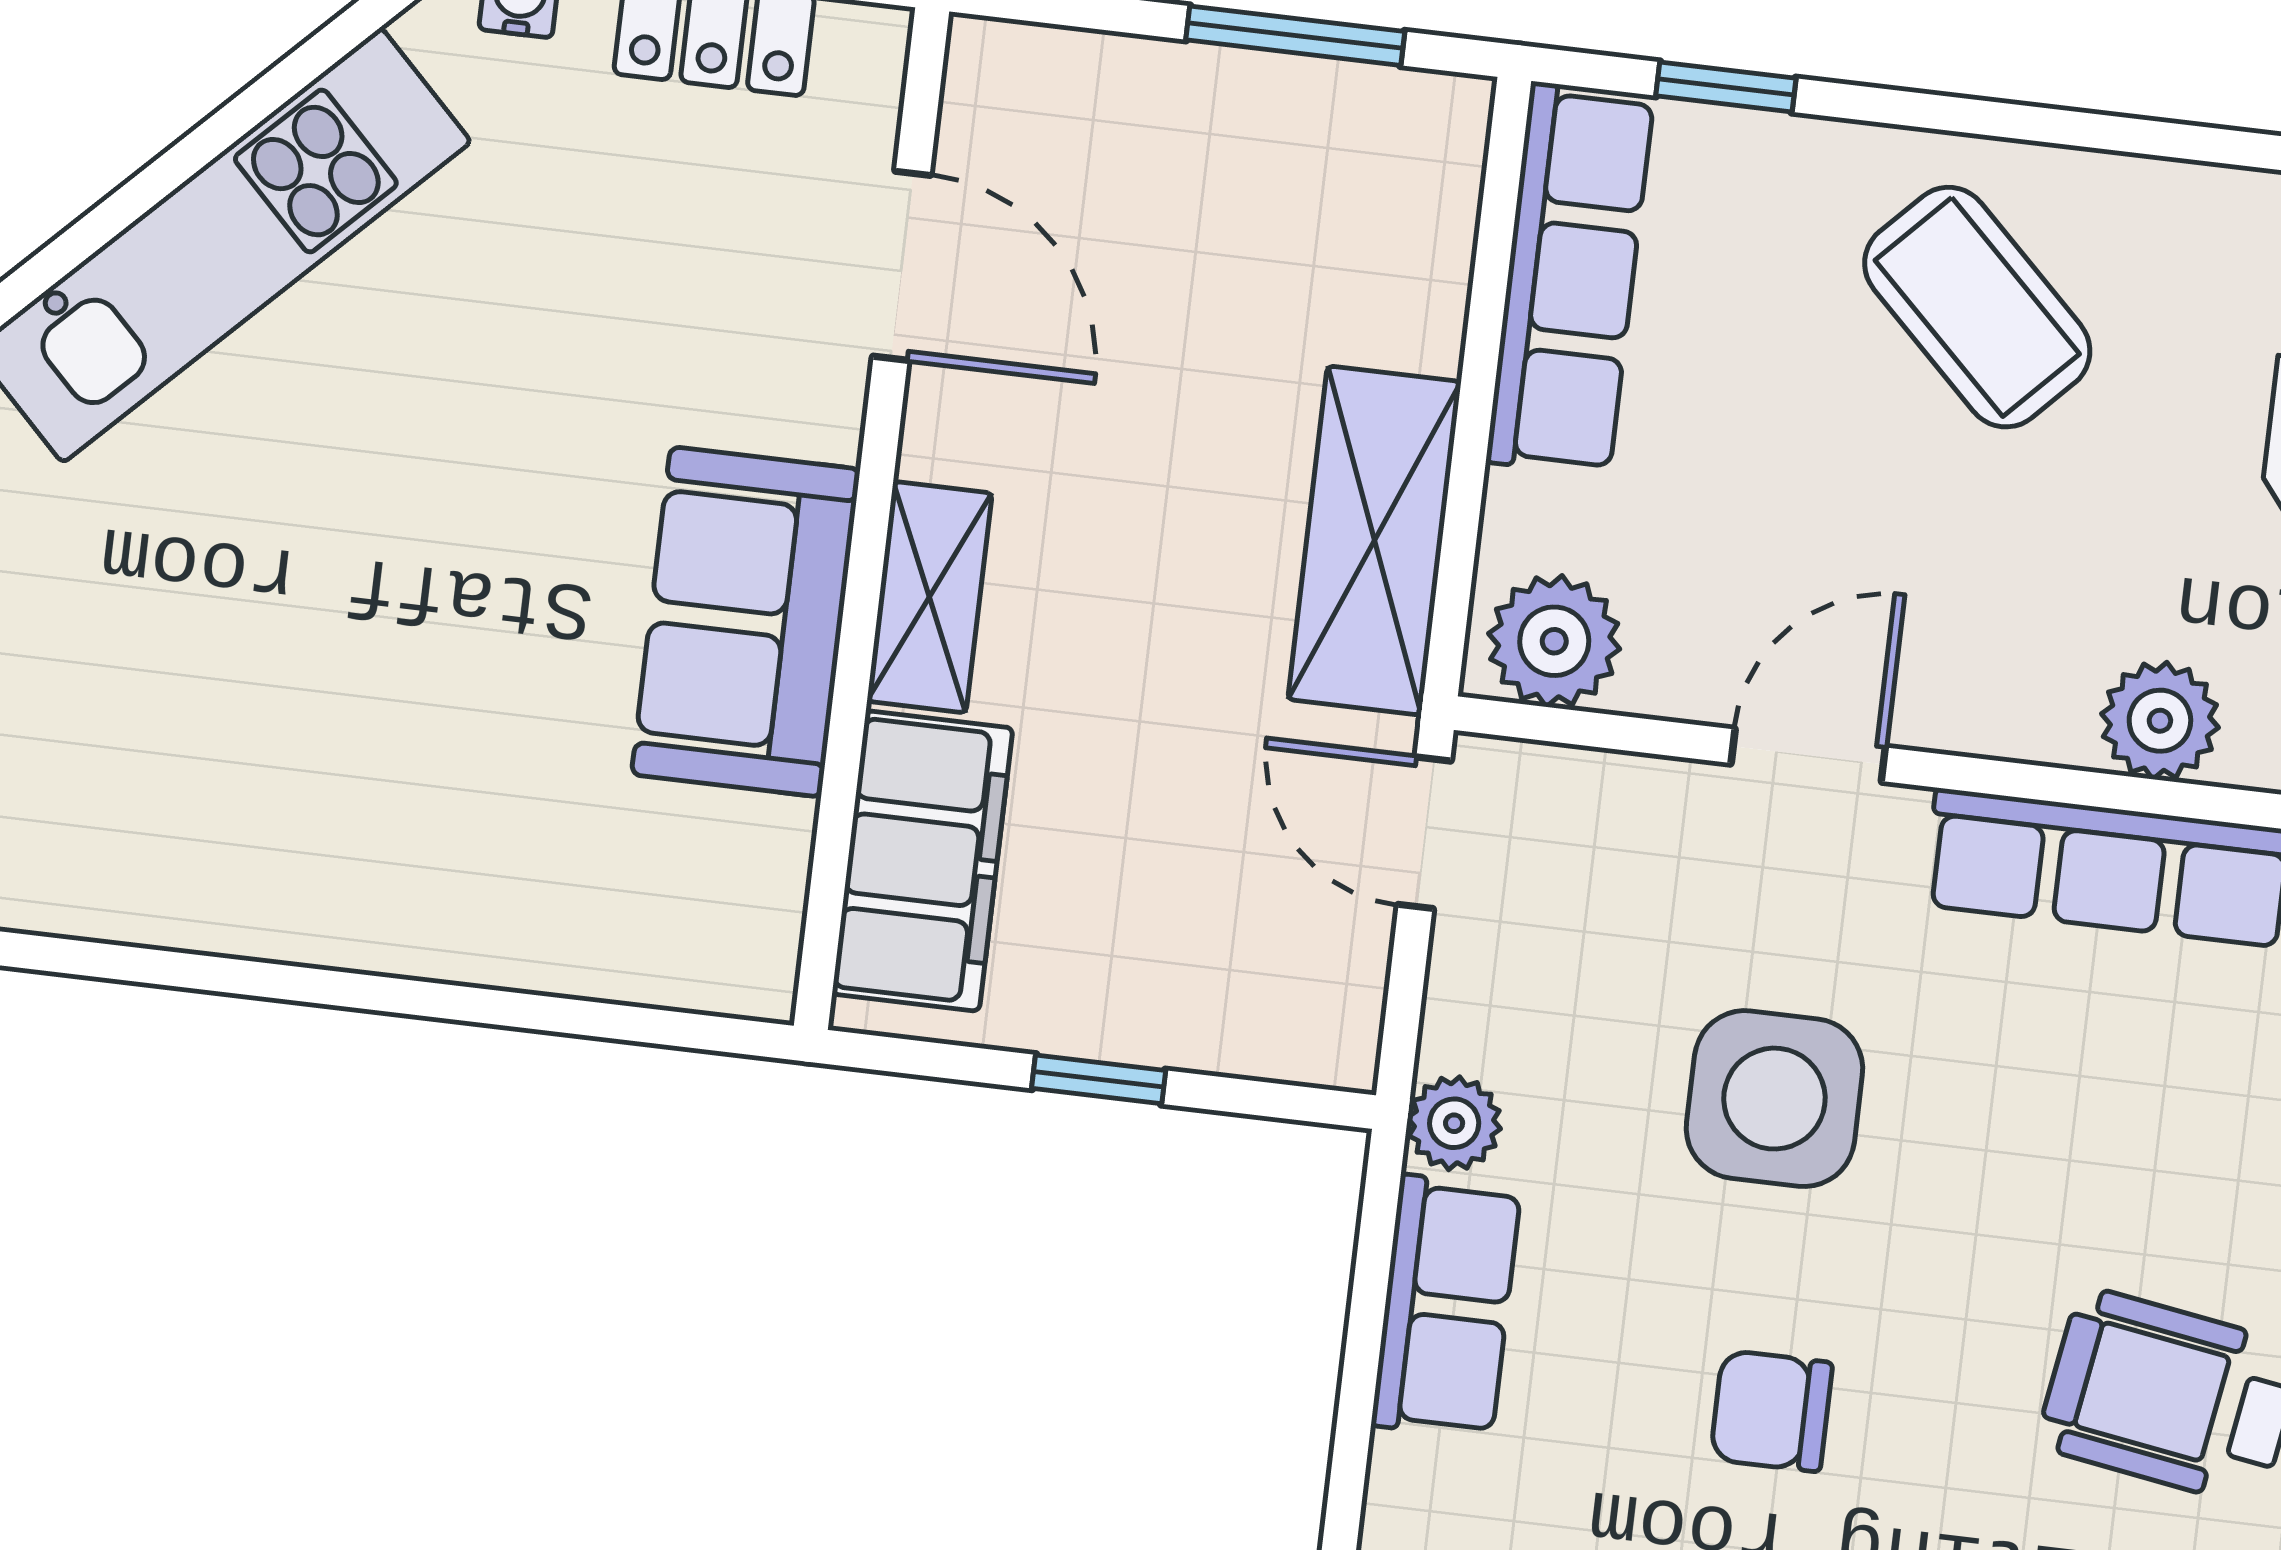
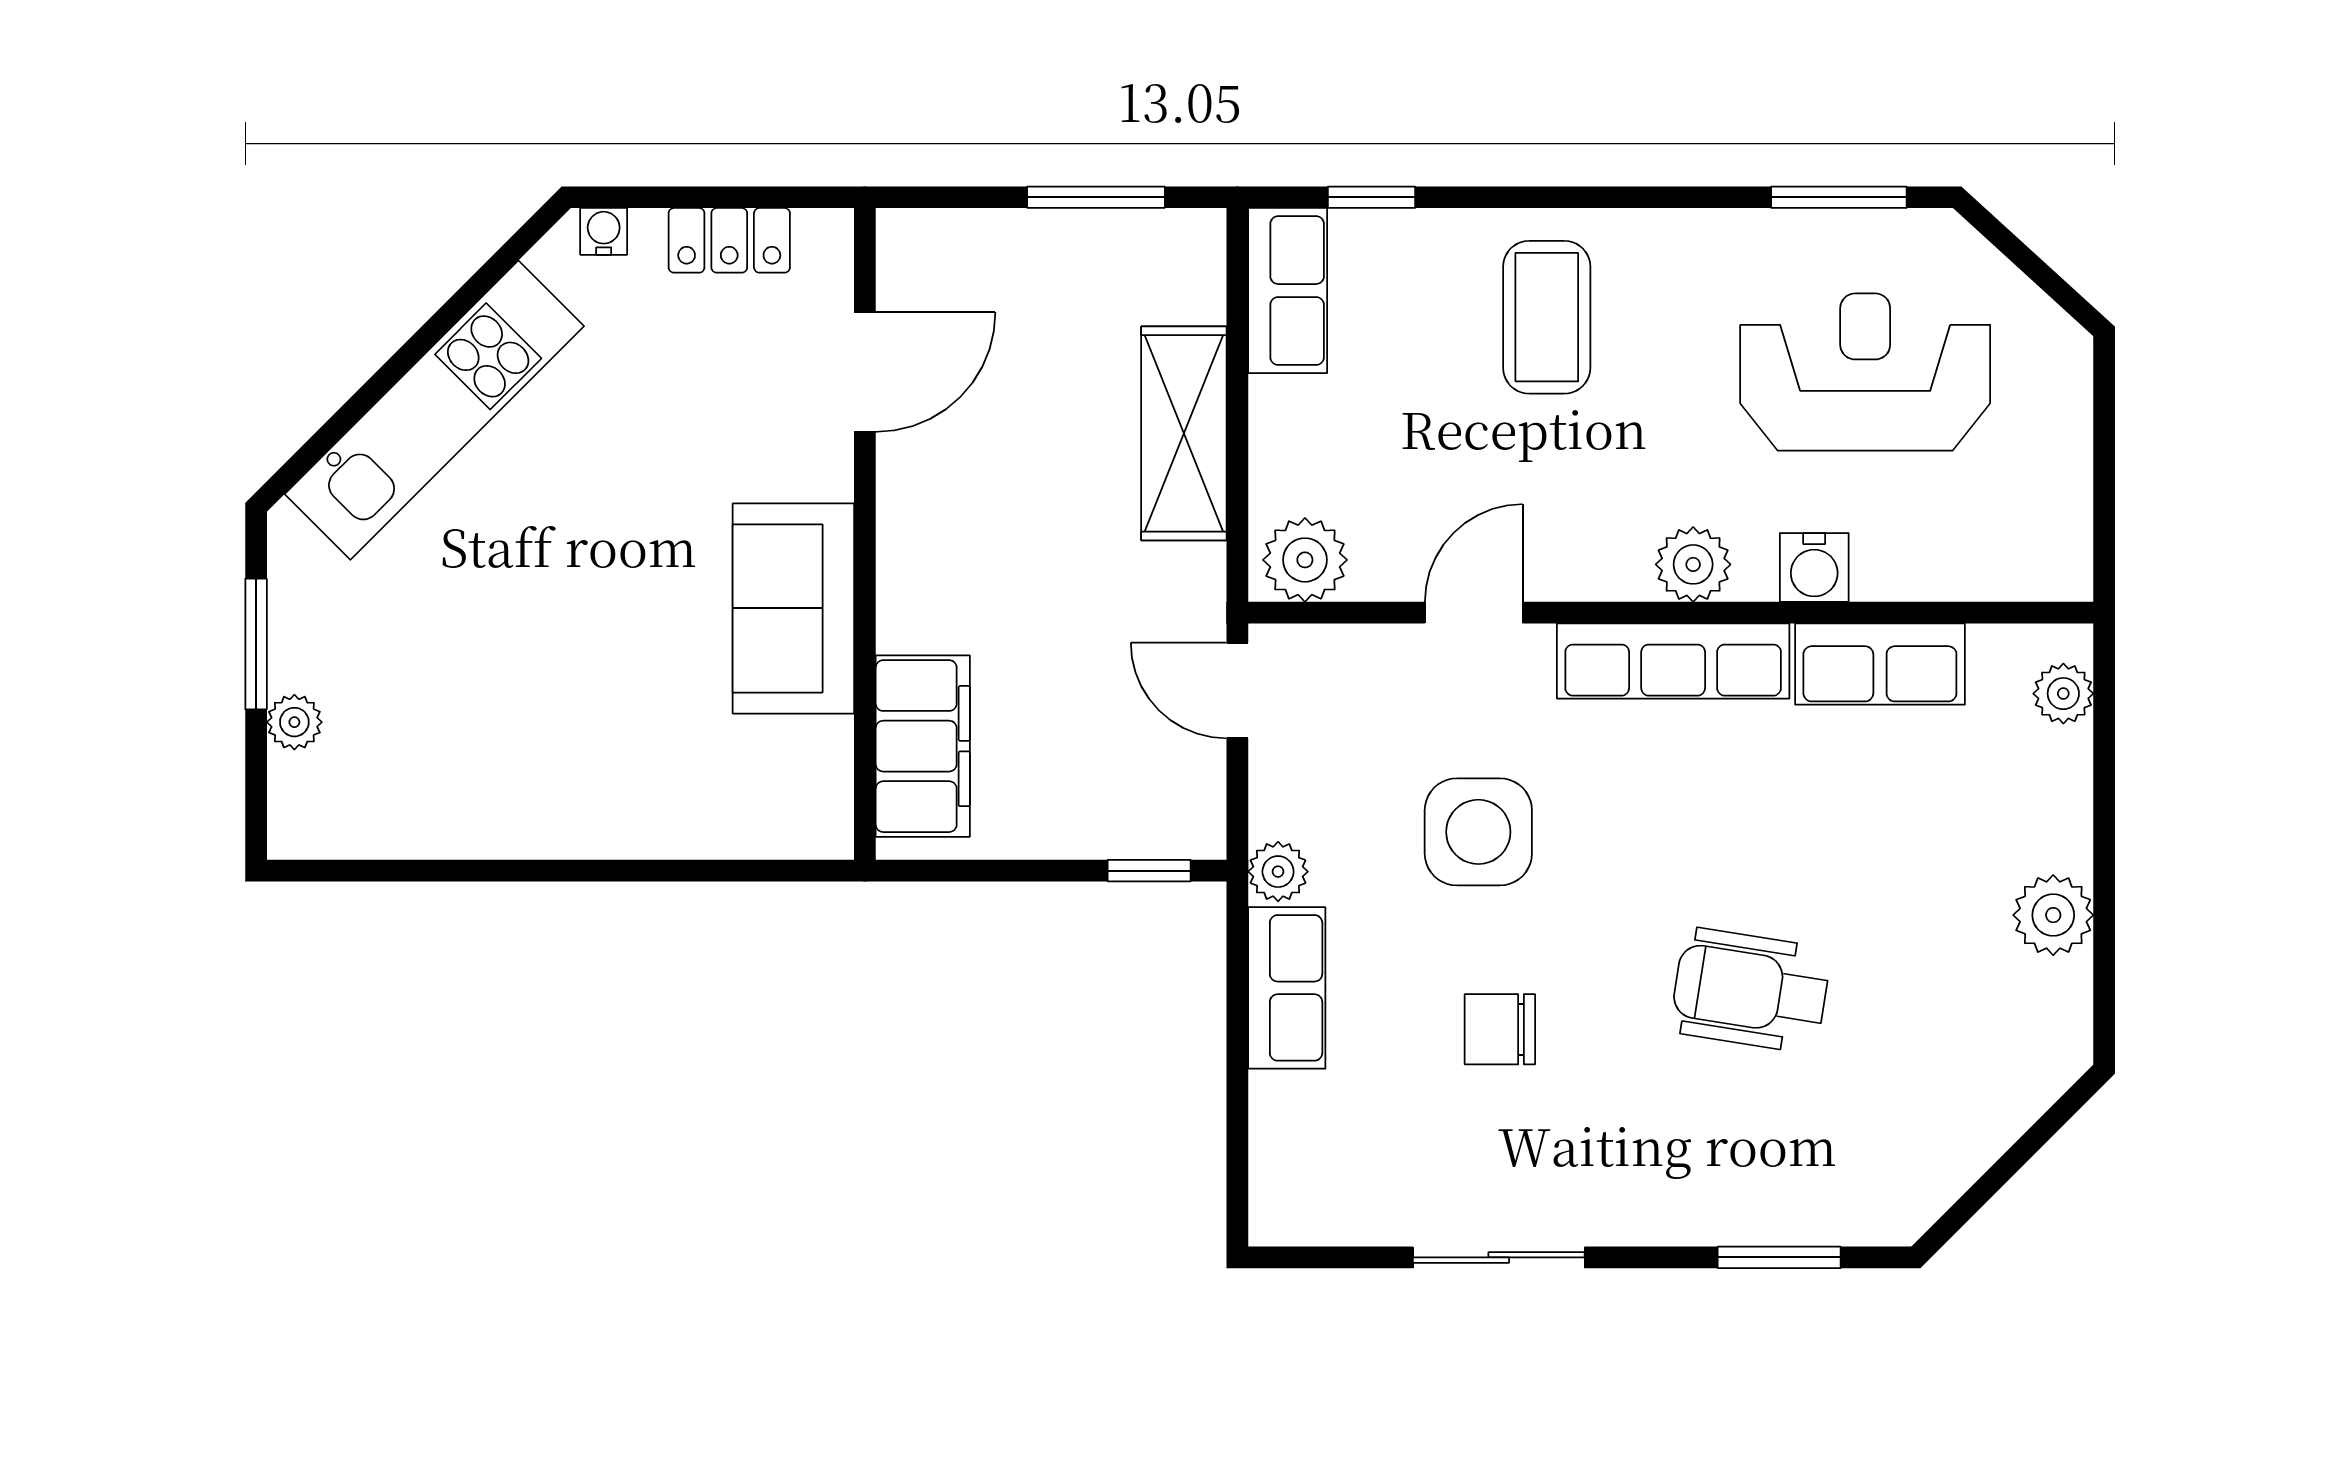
door: (902, 266) -> (865, 372), hinge flipped
row of seats: (1570, 279) -> (1288, 291), width x0.68
coffee table: (1977, 307) -> (1547, 317), turned 46
shelving: (1374, 541) -> (1184, 433), moved
shelving: (929, 597) -> (907, 579), removed
window: (1099, 1079) -> (1149, 871), moved

